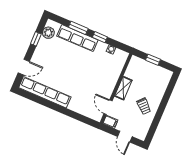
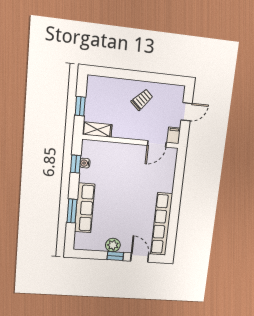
plant: (48, 33) -> (113, 245), moved
window: (100, 37) -> (76, 164), moved
window: (36, 39) -> (115, 256), moved
shelving: (123, 88) -> (97, 130), moved

